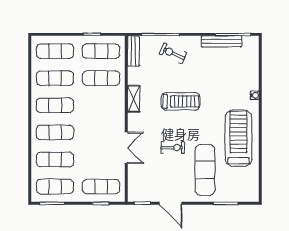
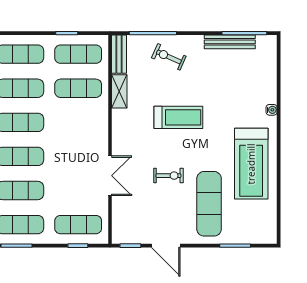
shelving: (134, 99) -> (119, 91), moved
treadmill: (238, 138) -> (251, 164), turned 180

